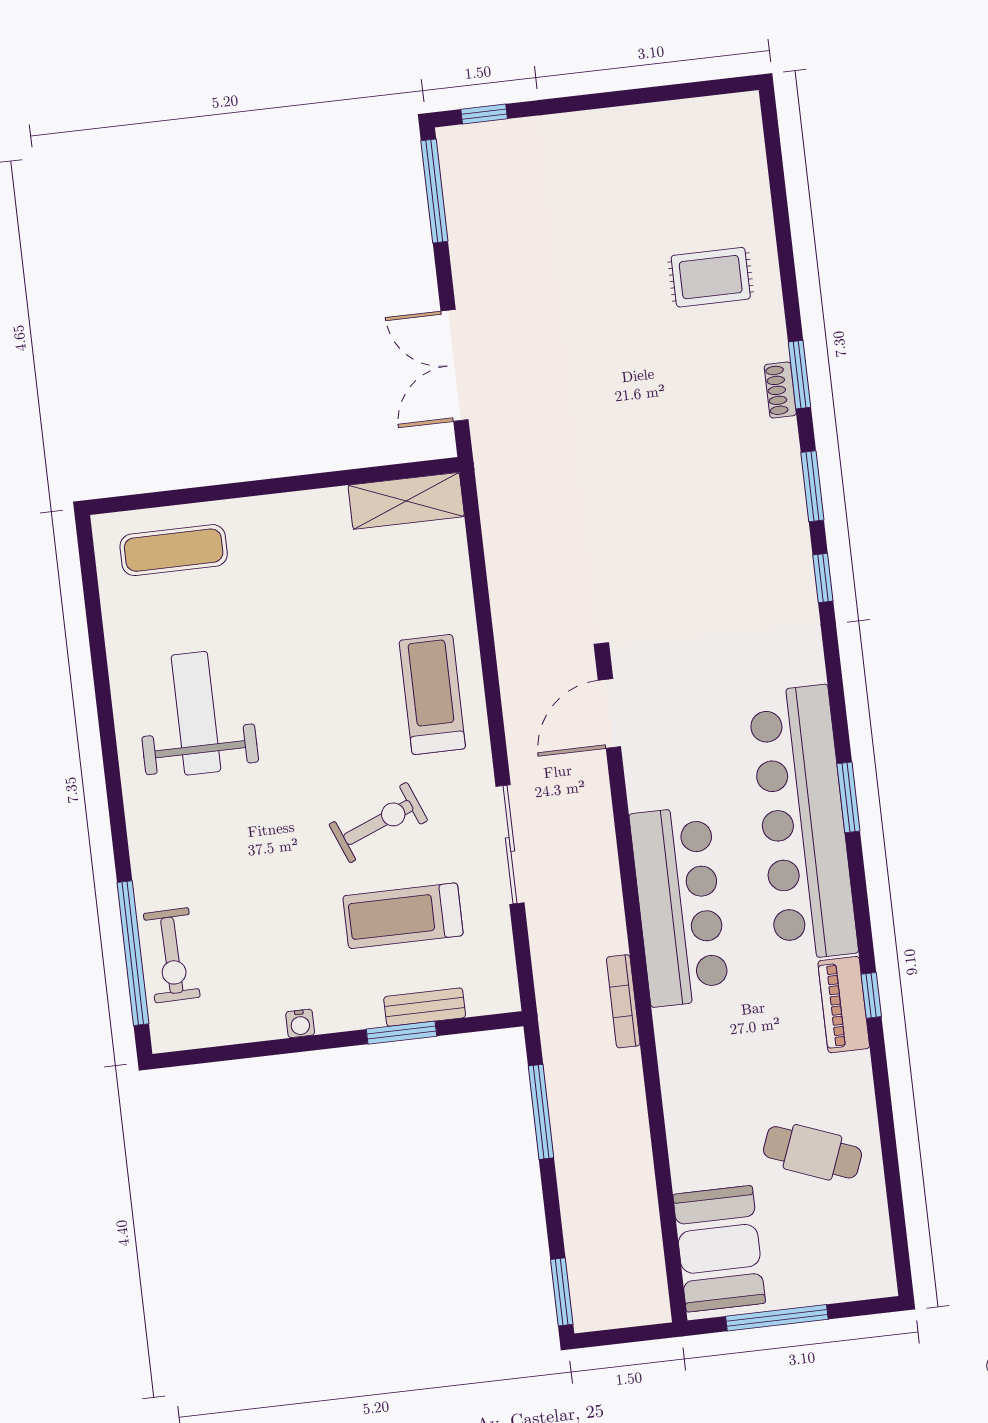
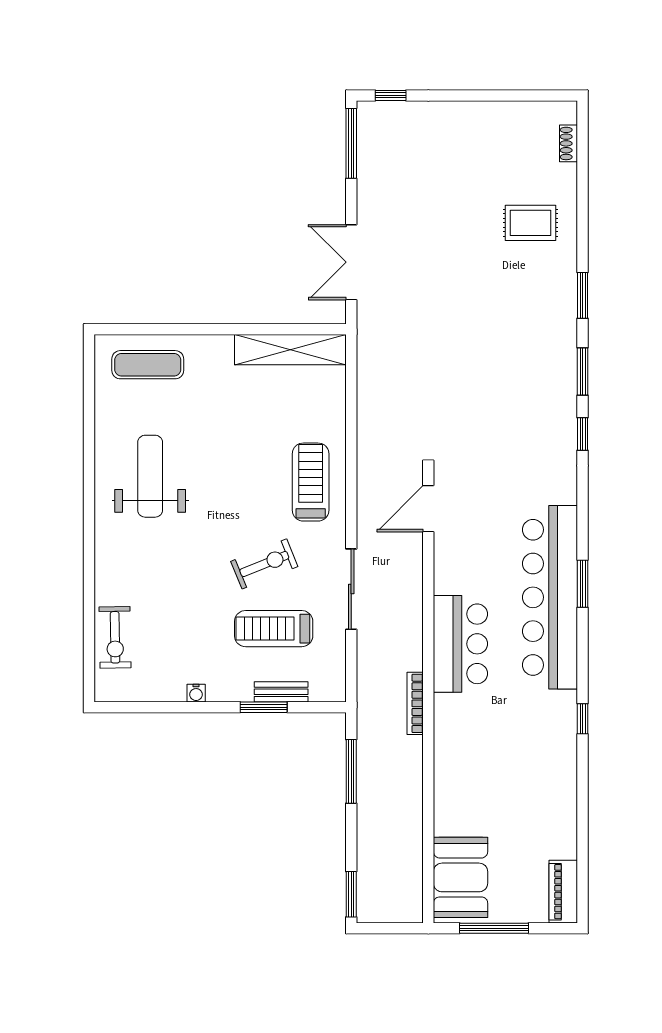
shoe rack: (780, 390) -> (568, 143), moved
shelving: (406, 501) -> (290, 350), width x1.47
bar counter: (679, 906) -> (460, 644), width x0.73
window: (133, 953) -> (89, 633), removed
piano: (844, 1005) -> (563, 892), moved
cafe table: (812, 1152) -> (531, 820), removed

